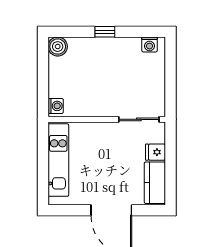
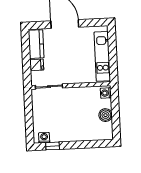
window: (105, 32) -> (53, 146), moved
boiler: (58, 47) -> (106, 115), moved

